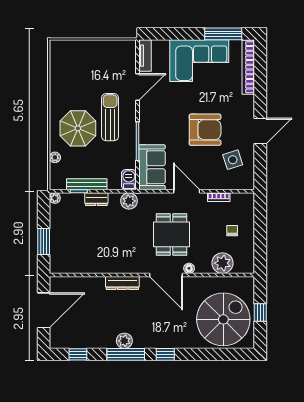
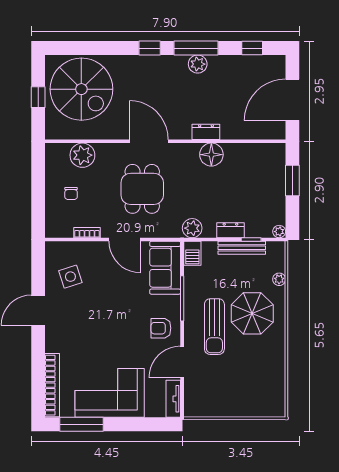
armchair: (205, 130) -> (161, 328), moved, width x0.53, depth x0.53
floor lamp: (189, 268) -> (211, 155), moved, width x1.89, depth x1.89
dresser: (122, 283) -> (206, 132), width x0.70
spiral stairs: (223, 319) -> (81, 89), turned -90

